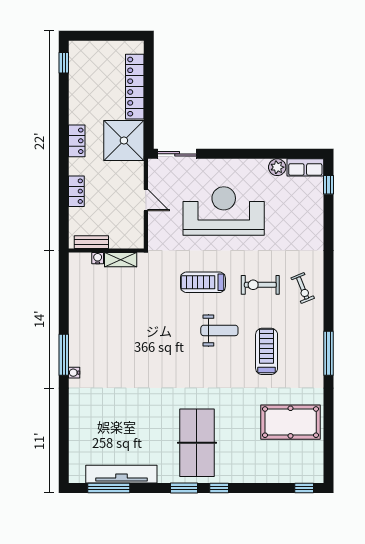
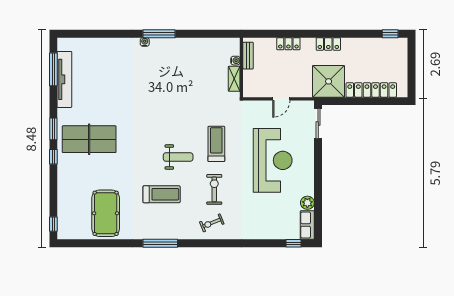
weight bench: (219, 330) -> (178, 157), turned -90

